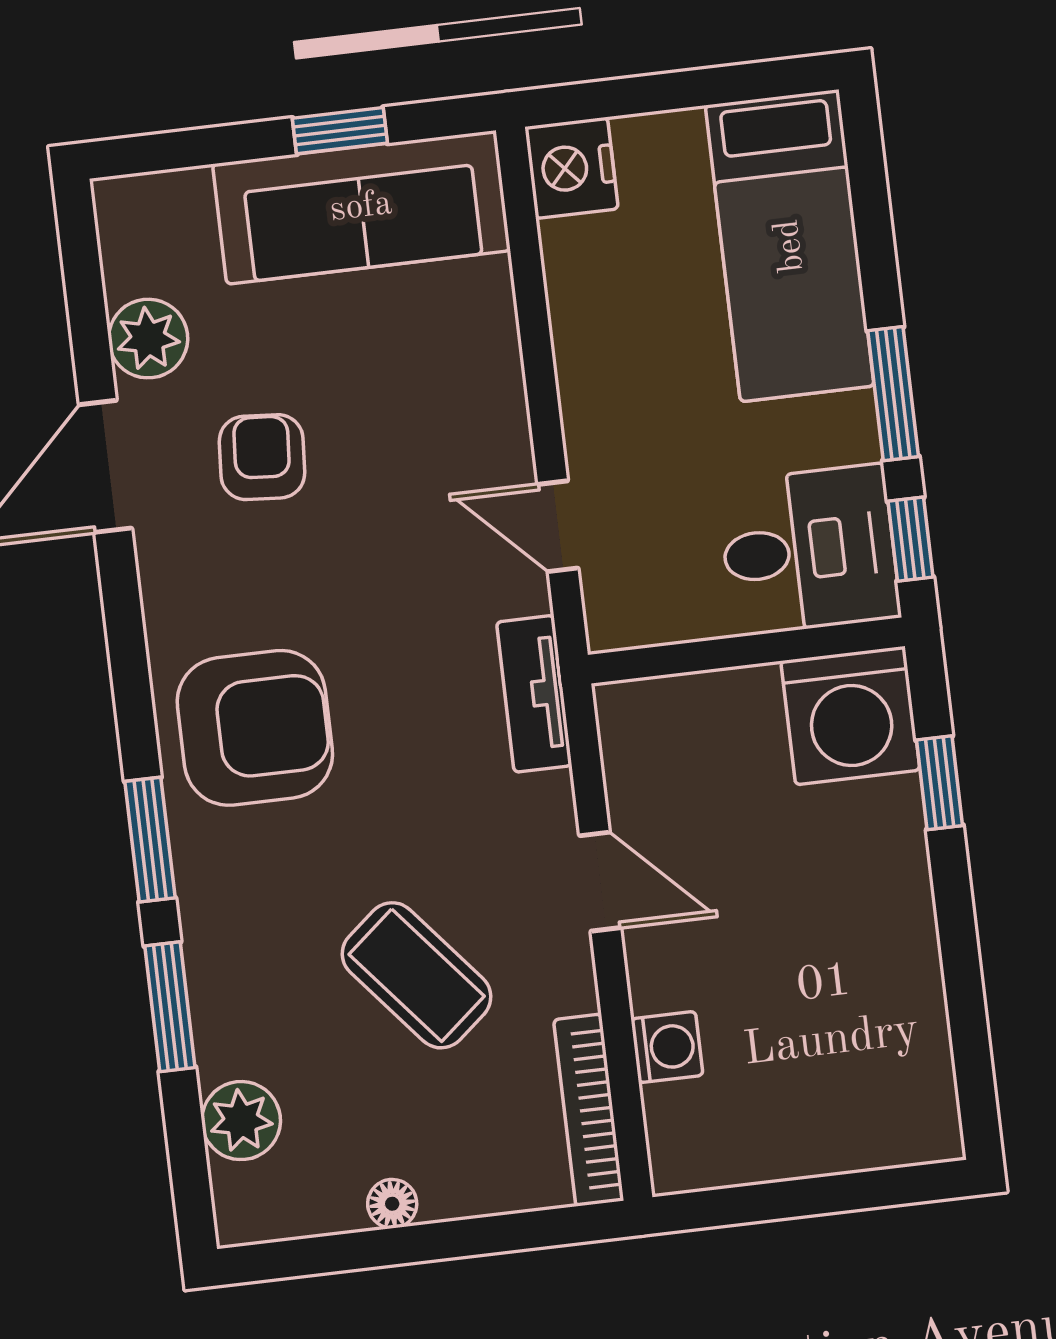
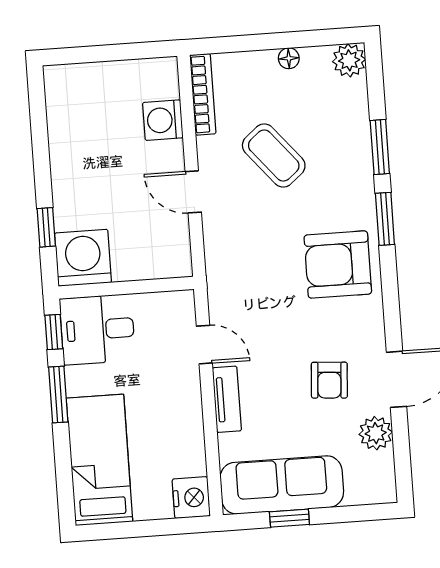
tv unit: (534, 694) -> (227, 399), moved
washing machine: (667, 1047) -> (163, 120), width x1.38, depth x1.38
plant: (241, 1121) -> (349, 60), moved

